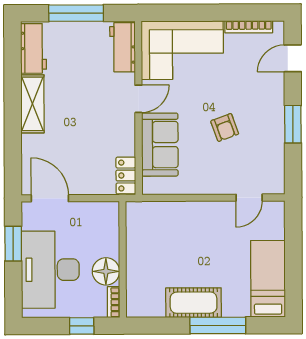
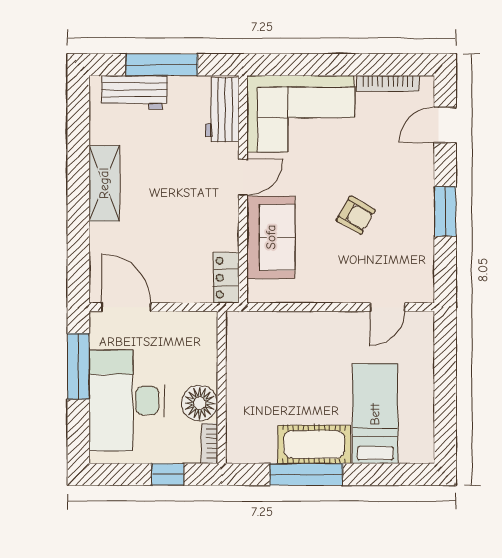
workbench: (34, 48) -> (135, 92), moved, turned 90
armchair: (225, 127) -> (356, 215), turned -40
window: (13, 244) -> (78, 366), width x1.44
bed: (268, 279) -> (375, 414), moved
window: (218, 325) -> (306, 474), moved

